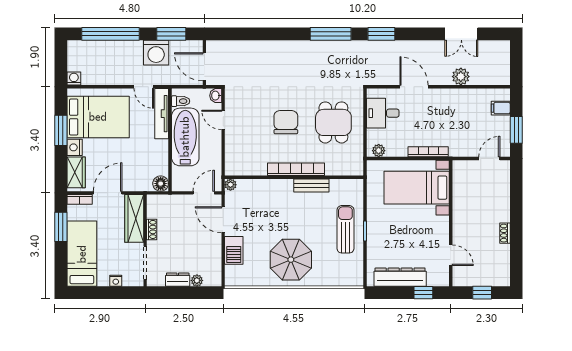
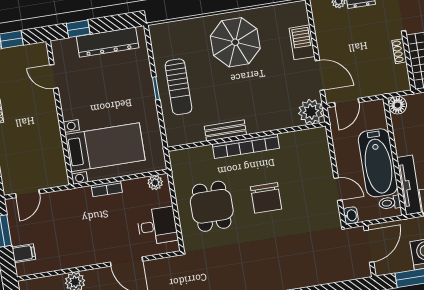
door: (204, 67) -> (369, 246), hinge flipped
bookcase: (428, 152) -> (107, 189), width x0.64
plant: (230, 185) -> (311, 112), width x1.88, depth x1.88

